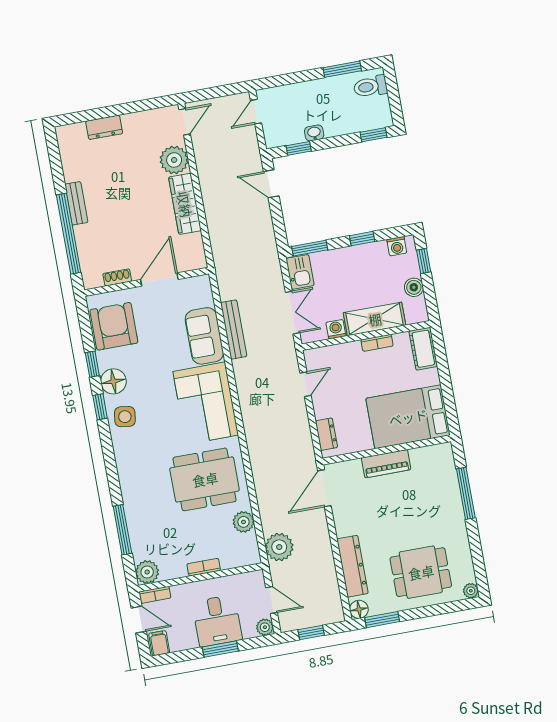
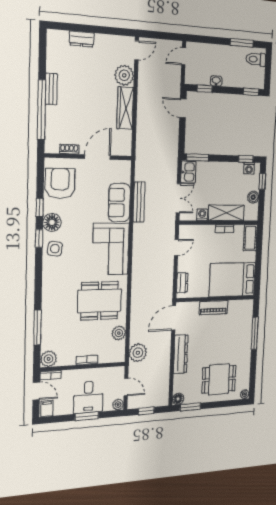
window: (362, 239) -> (246, 159), moved
dresser: (353, 566) -> (181, 354), moved

